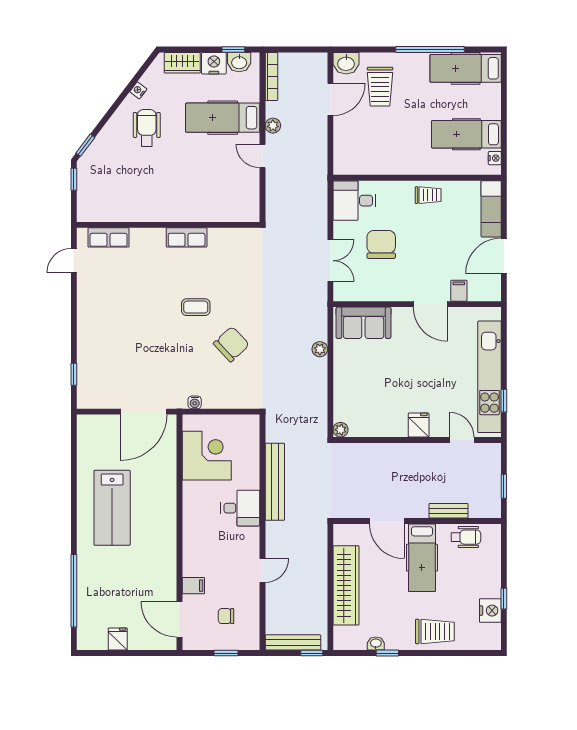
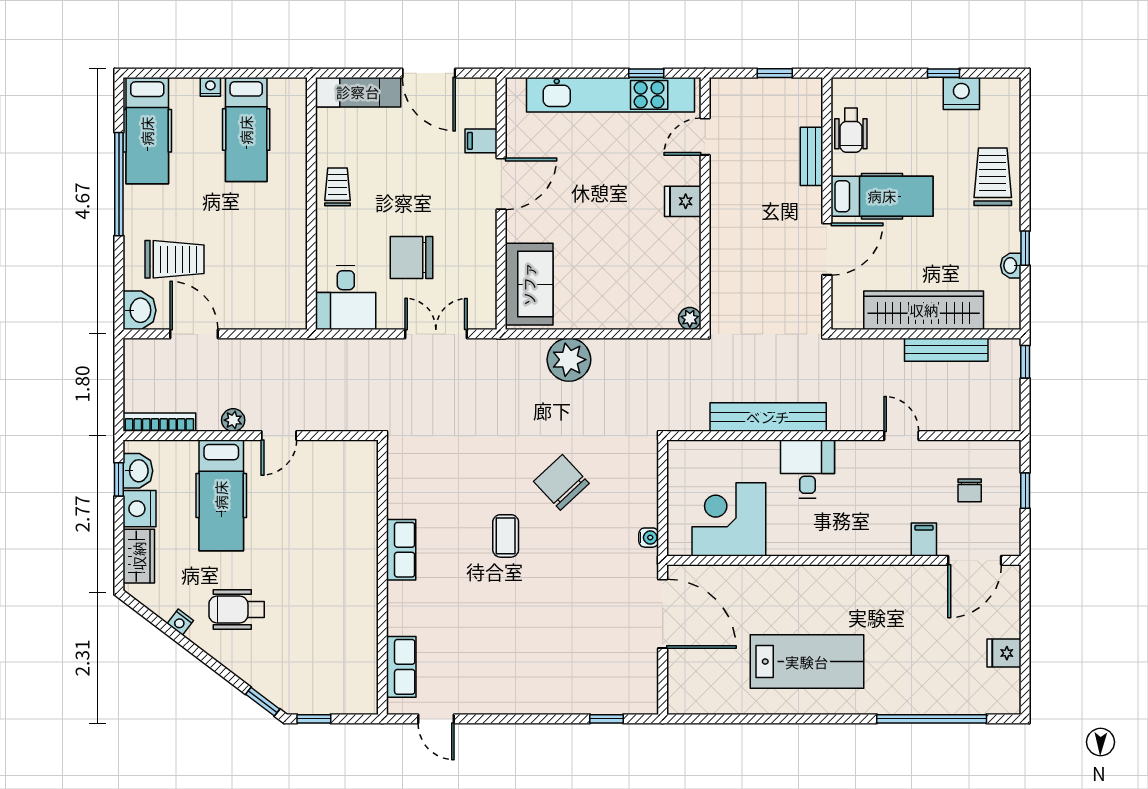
nightstand: (495, 158) -> (210, 87), moved
plant: (320, 349) -> (569, 360), width x1.88, depth x1.88
wheelchair: (466, 537) -> (851, 130), turned 180
bench: (293, 642) -> (946, 350), moved, turned 90

